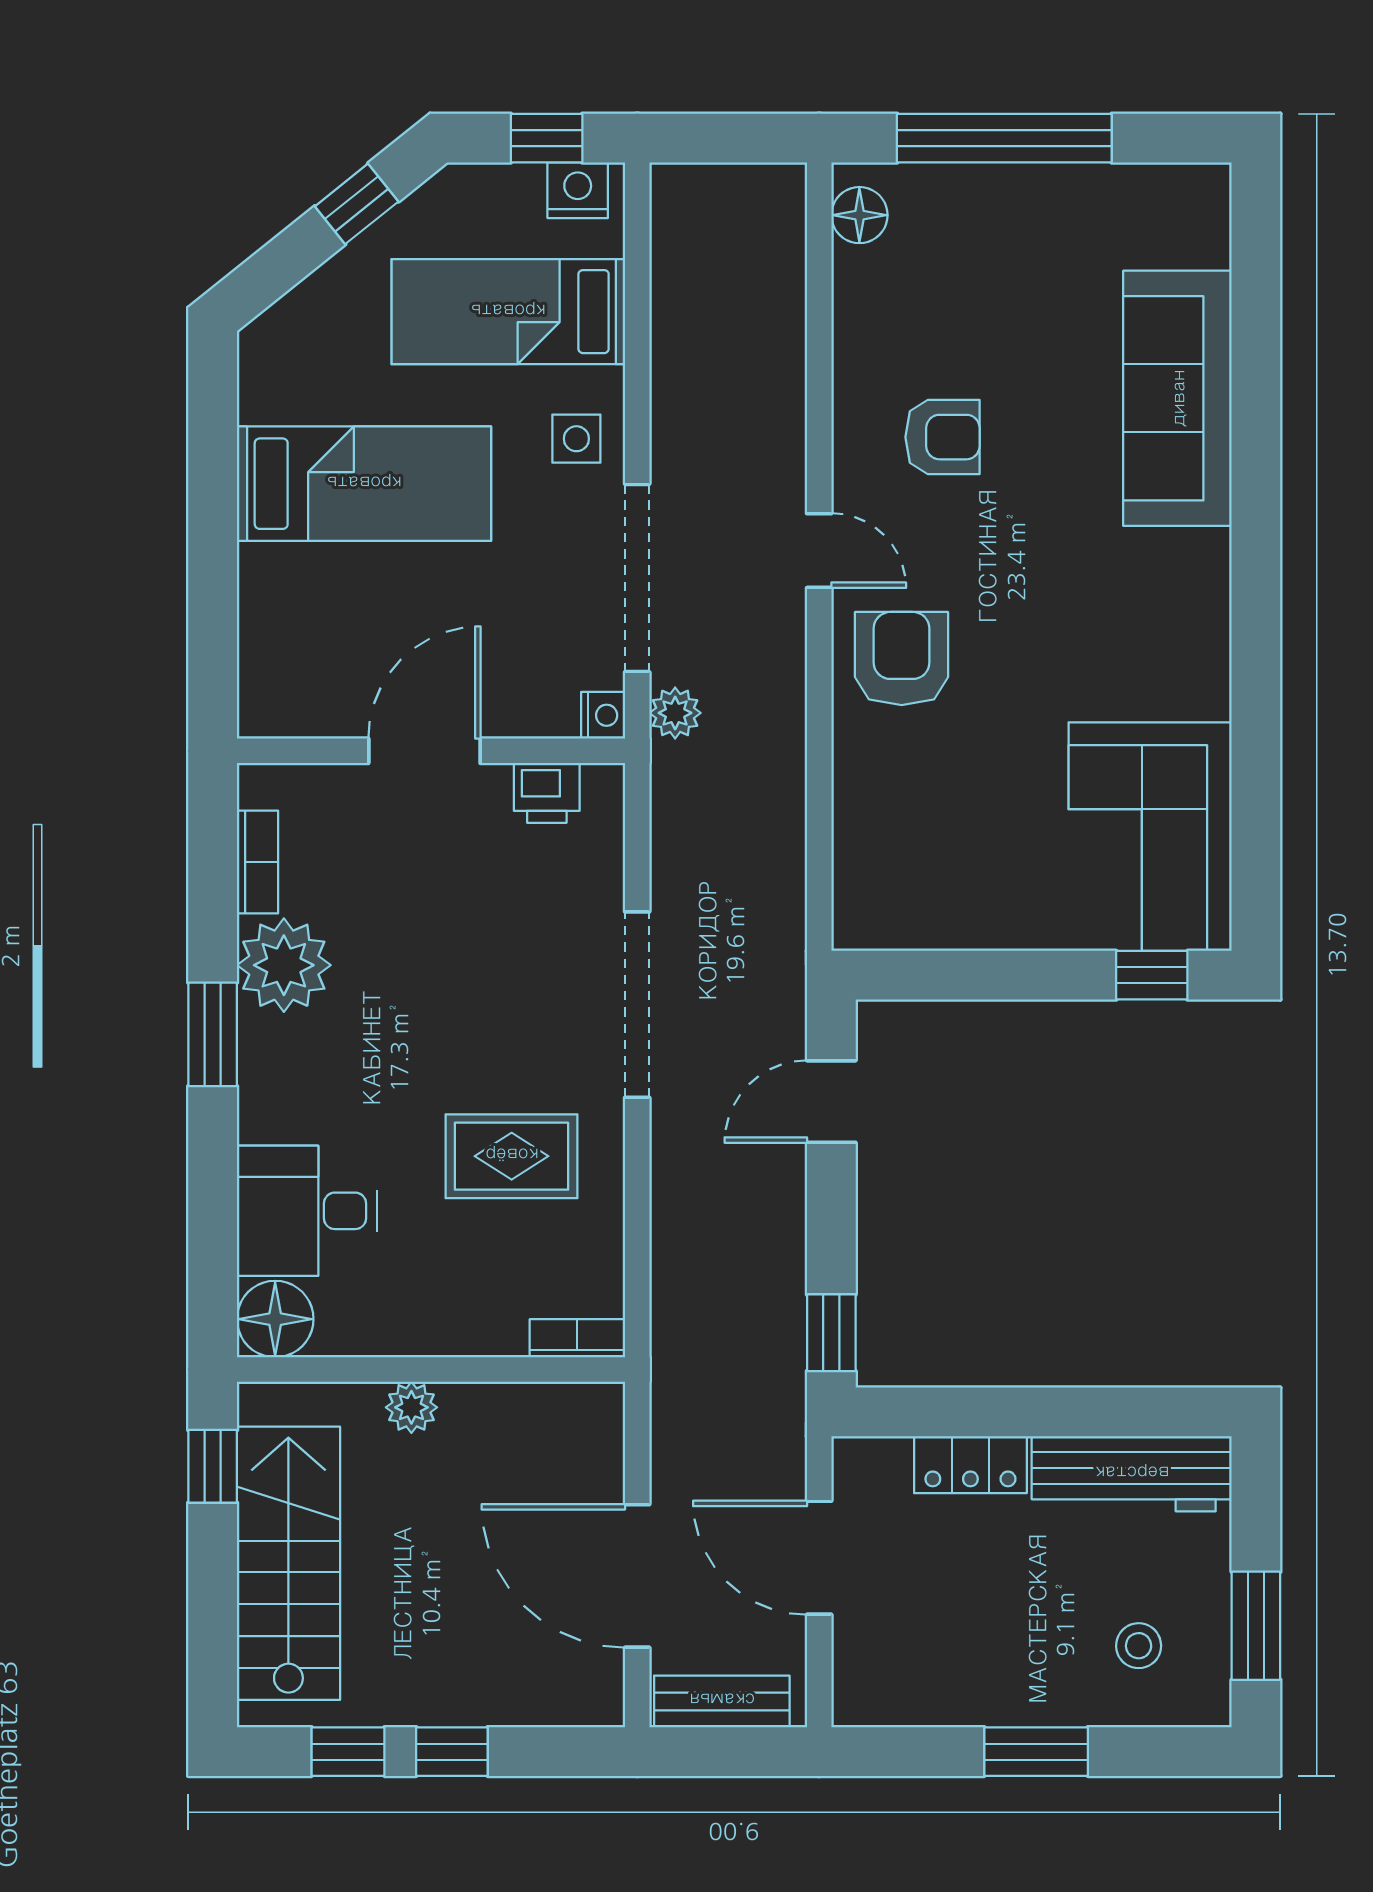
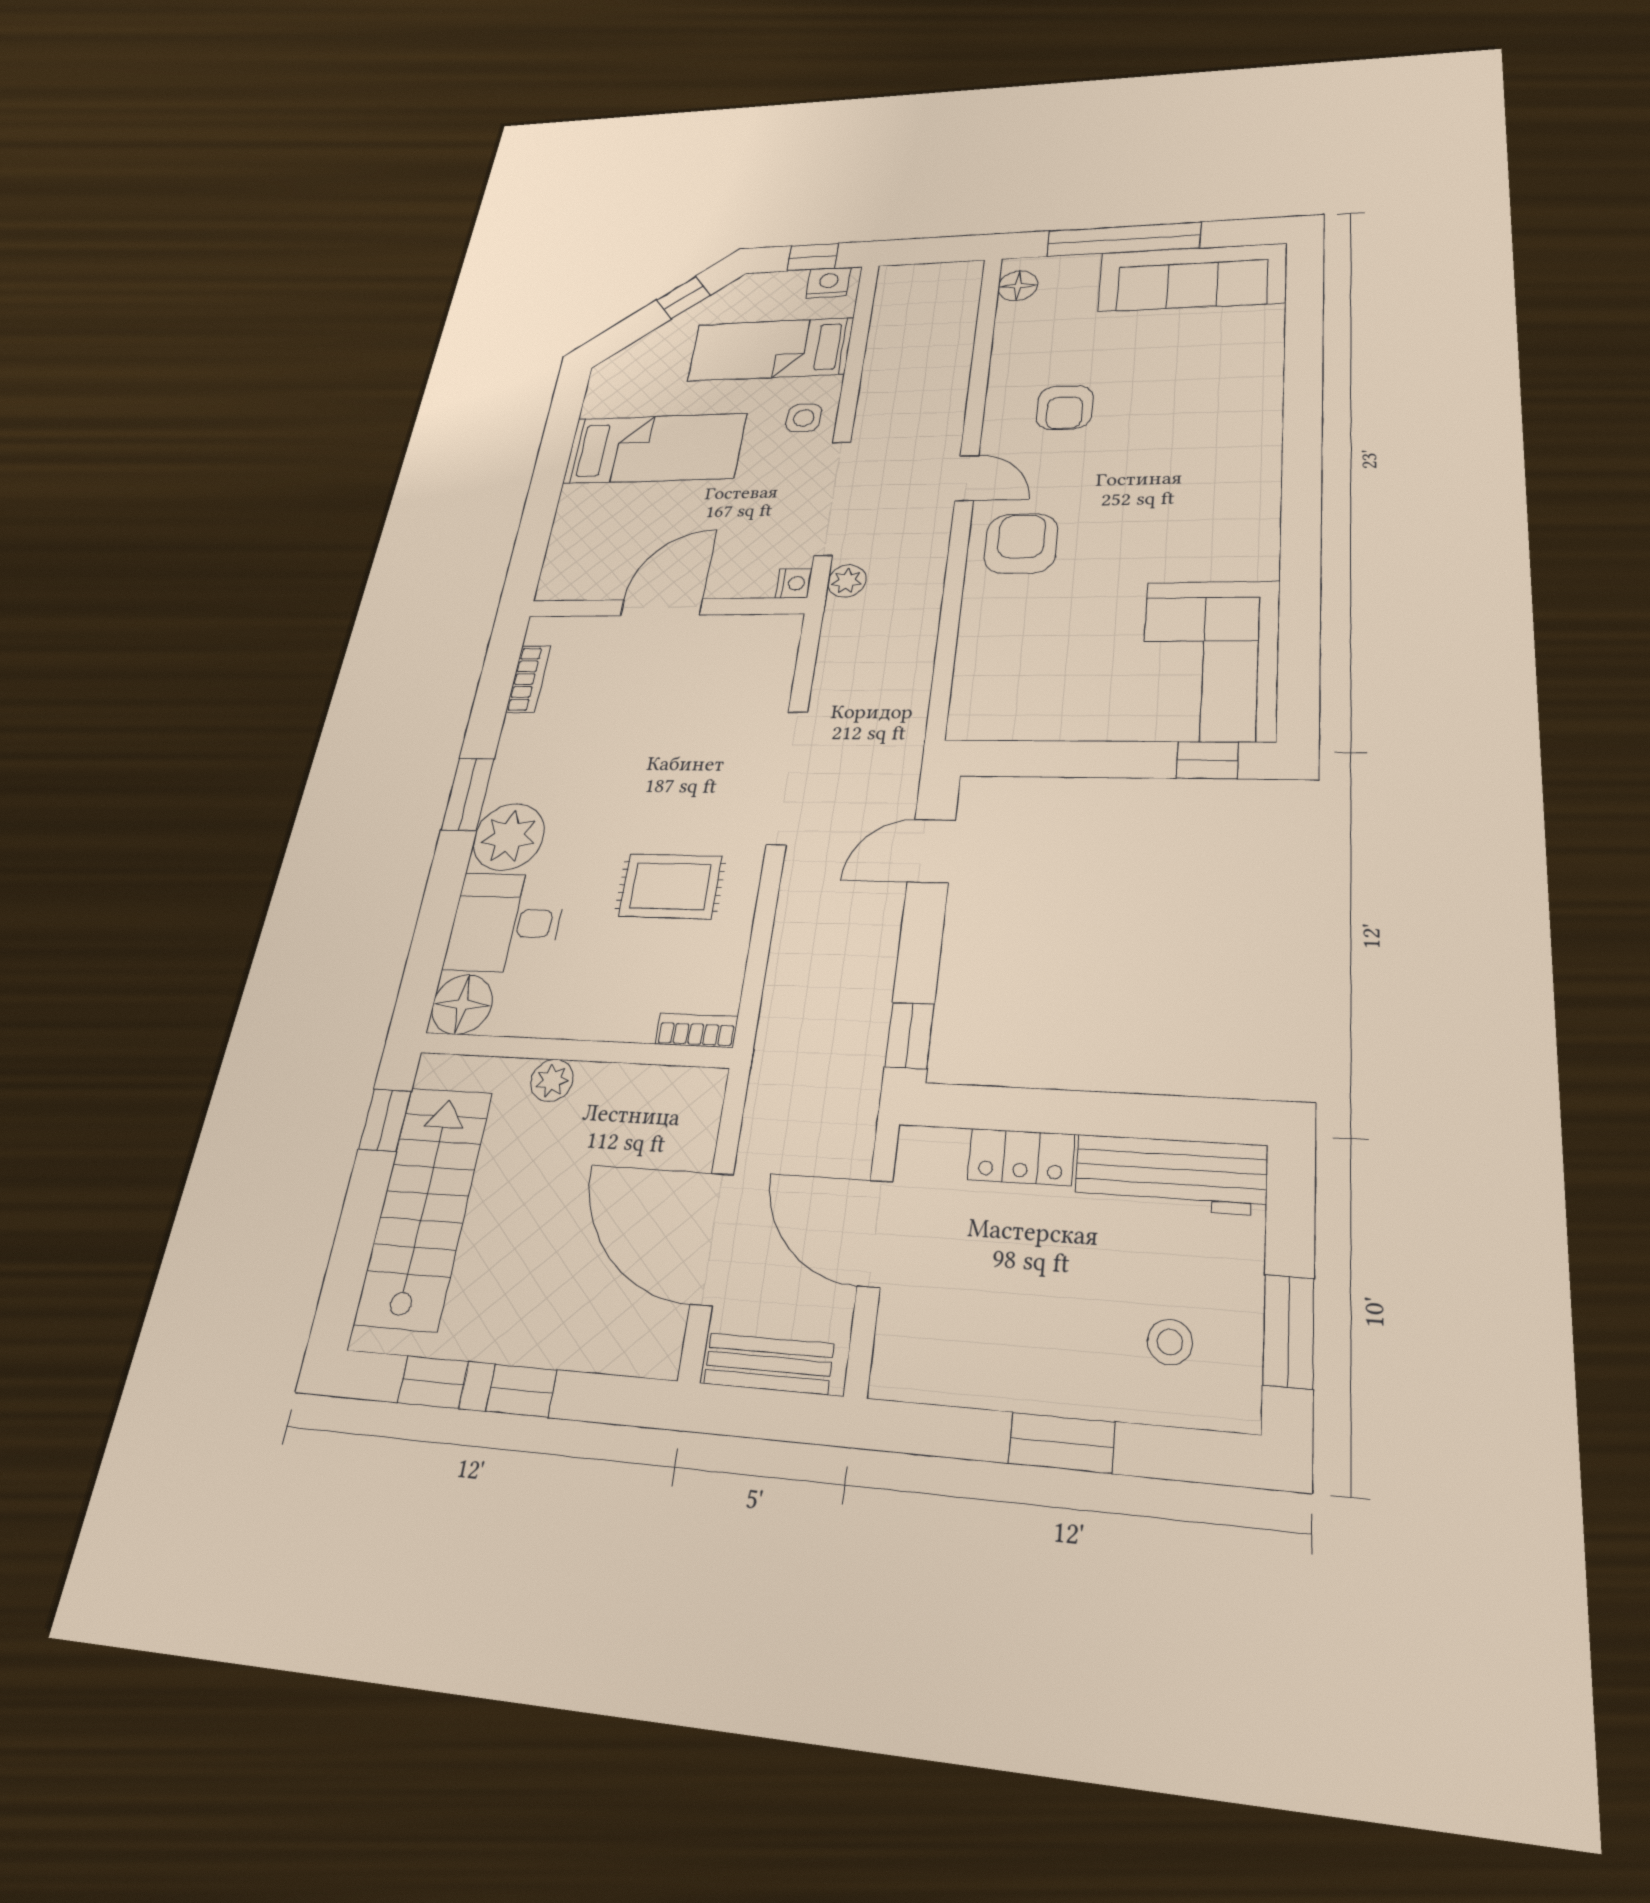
sofa: (1177, 398) -> (1192, 278), moved, turned -90
armchair: (943, 437) -> (1065, 408), turned 90
printer: (547, 793) -> (744, 633), removed
plant: (284, 965) -> (509, 837), moved

